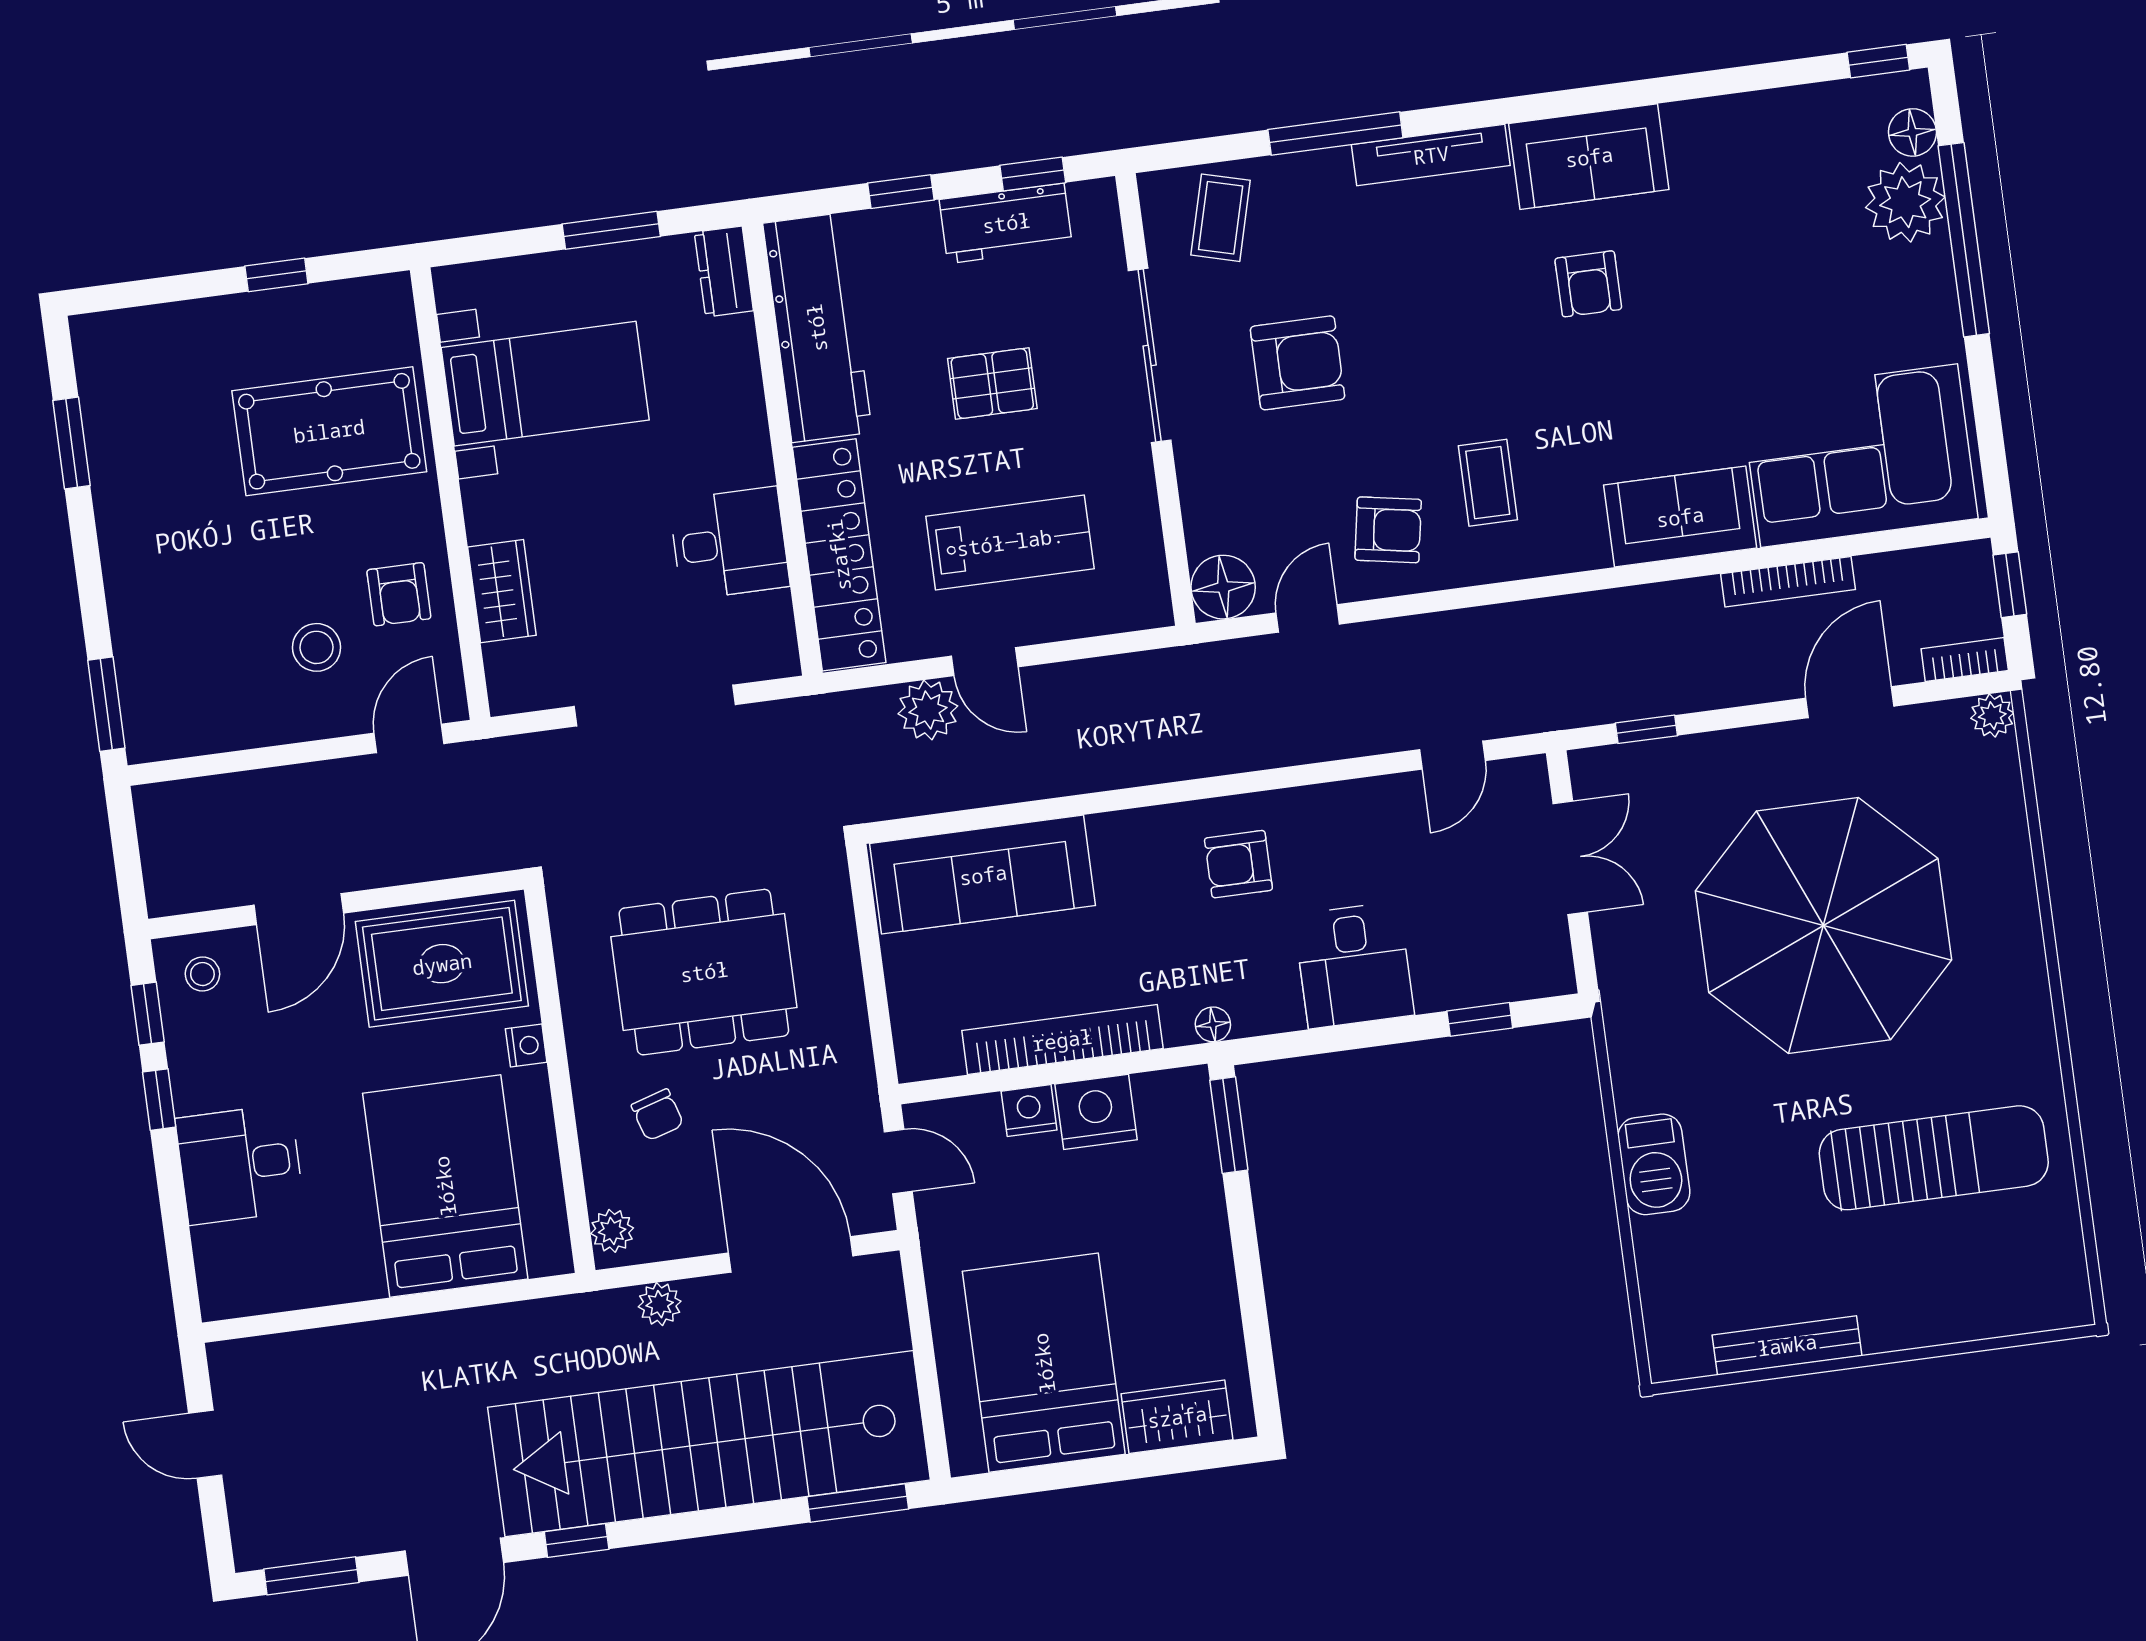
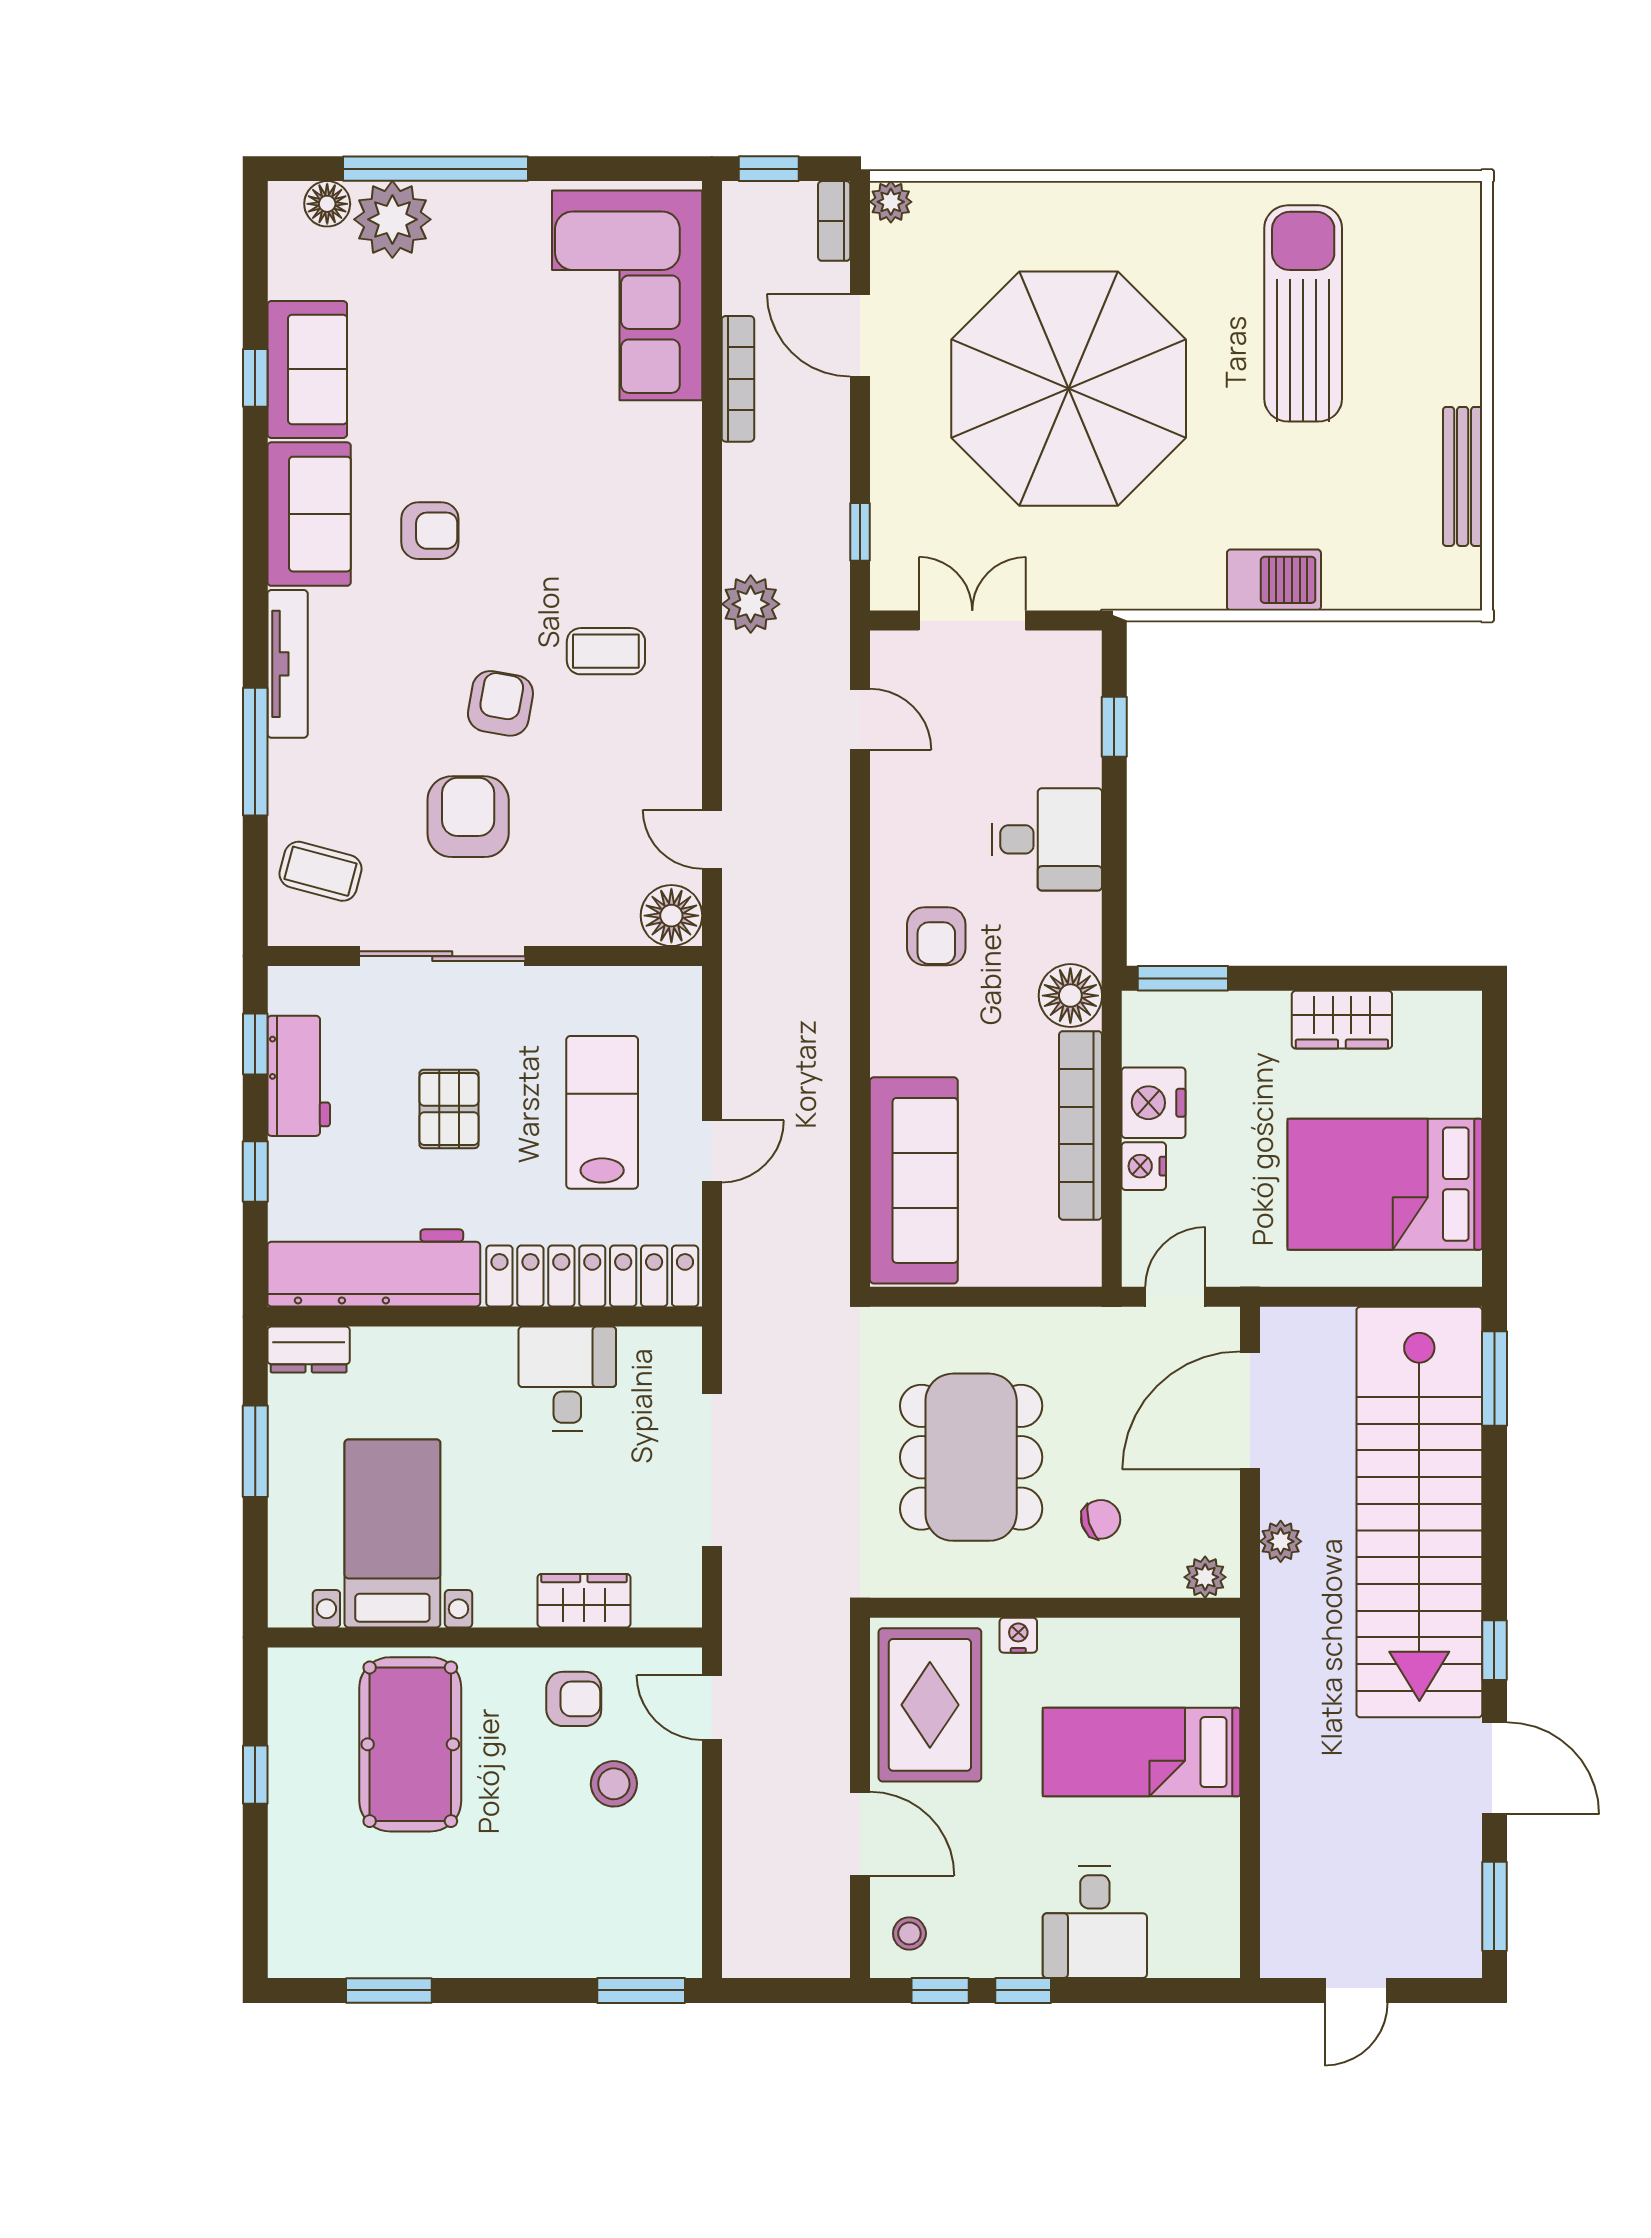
window: (1878, 61) -> (255, 378), moved
sofa: (1680, 517) -> (307, 369), moved, turned 180
armchair: (1388, 530) -> (500, 703), moved
plant: (928, 710) -> (751, 604), moved
floor lamp: (1213, 1024) -> (1070, 996), width x1.89, depth x1.89
bed: (445, 1186) -> (1141, 1752), width x0.67
wardrobe: (1177, 1417) -> (1342, 1020), moved, turned -90

